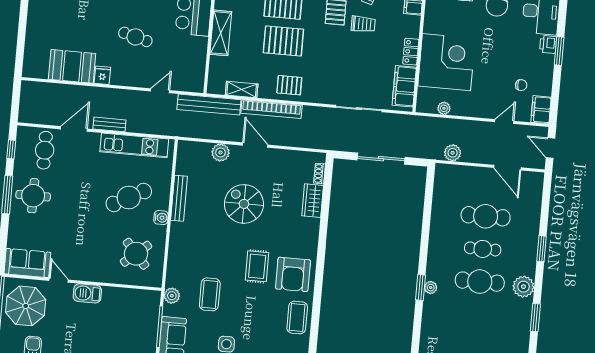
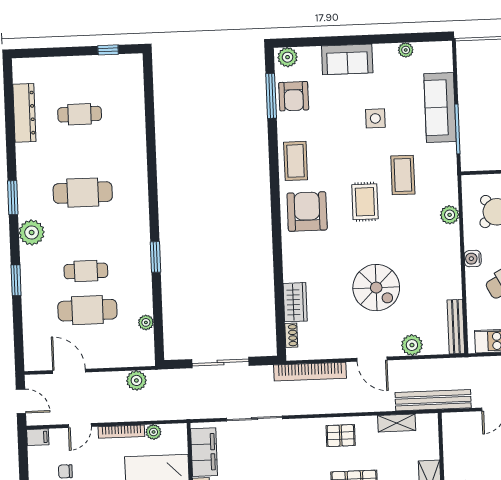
bookcase: (271, 109) -> (310, 372), moved, turned 180
filing cabinet: (541, 110) -> (38, 437), width x0.50
bookcase: (471, 112) -> (121, 432), added
bench: (179, 198) -> (456, 327), moved
rug: (257, 266) -> (365, 202), moved
cafe table: (480, 282) -> (83, 193), moved
window: (420, 287) -> (155, 257), moved
plant: (431, 288) -> (146, 322), moved
plant: (172, 296) -> (450, 215), moved

